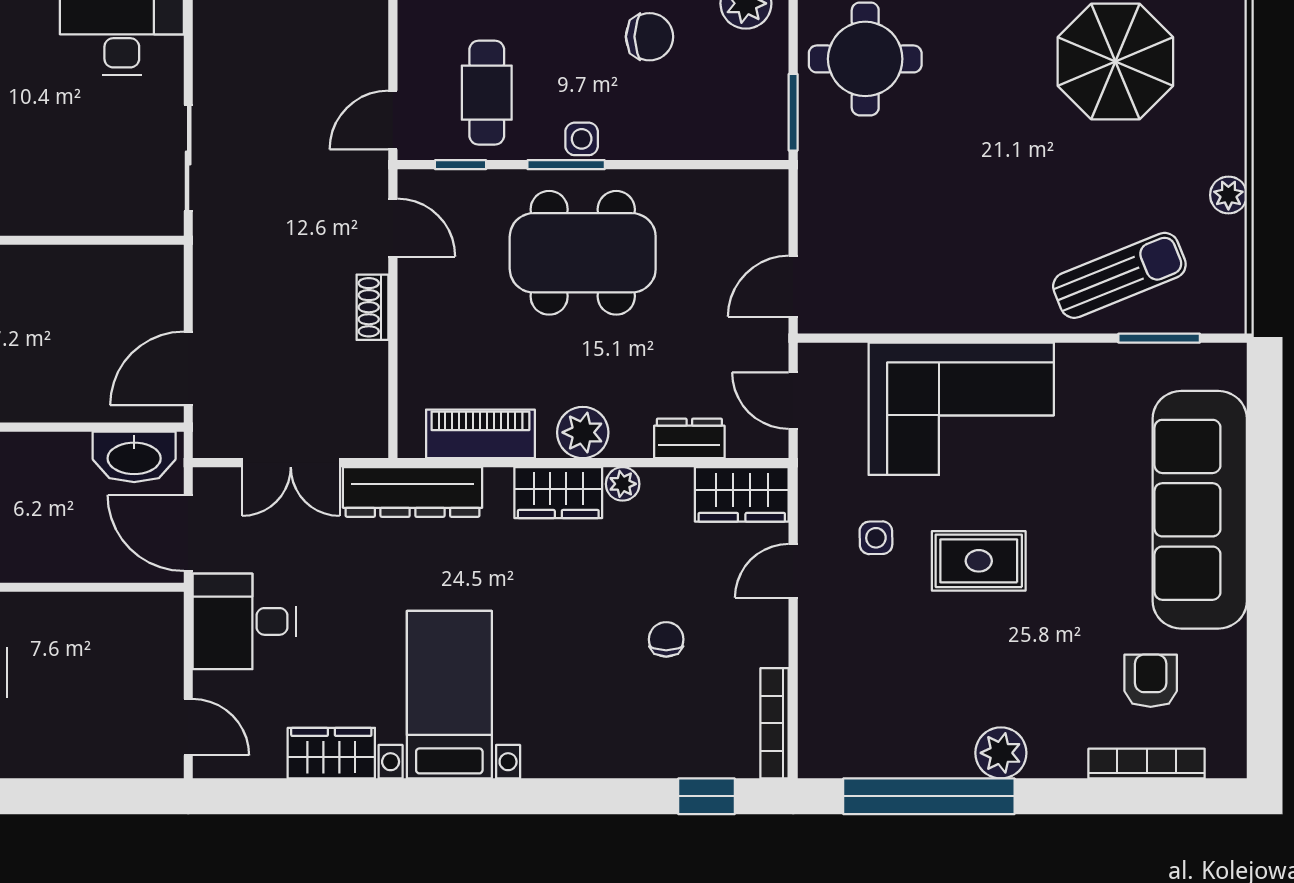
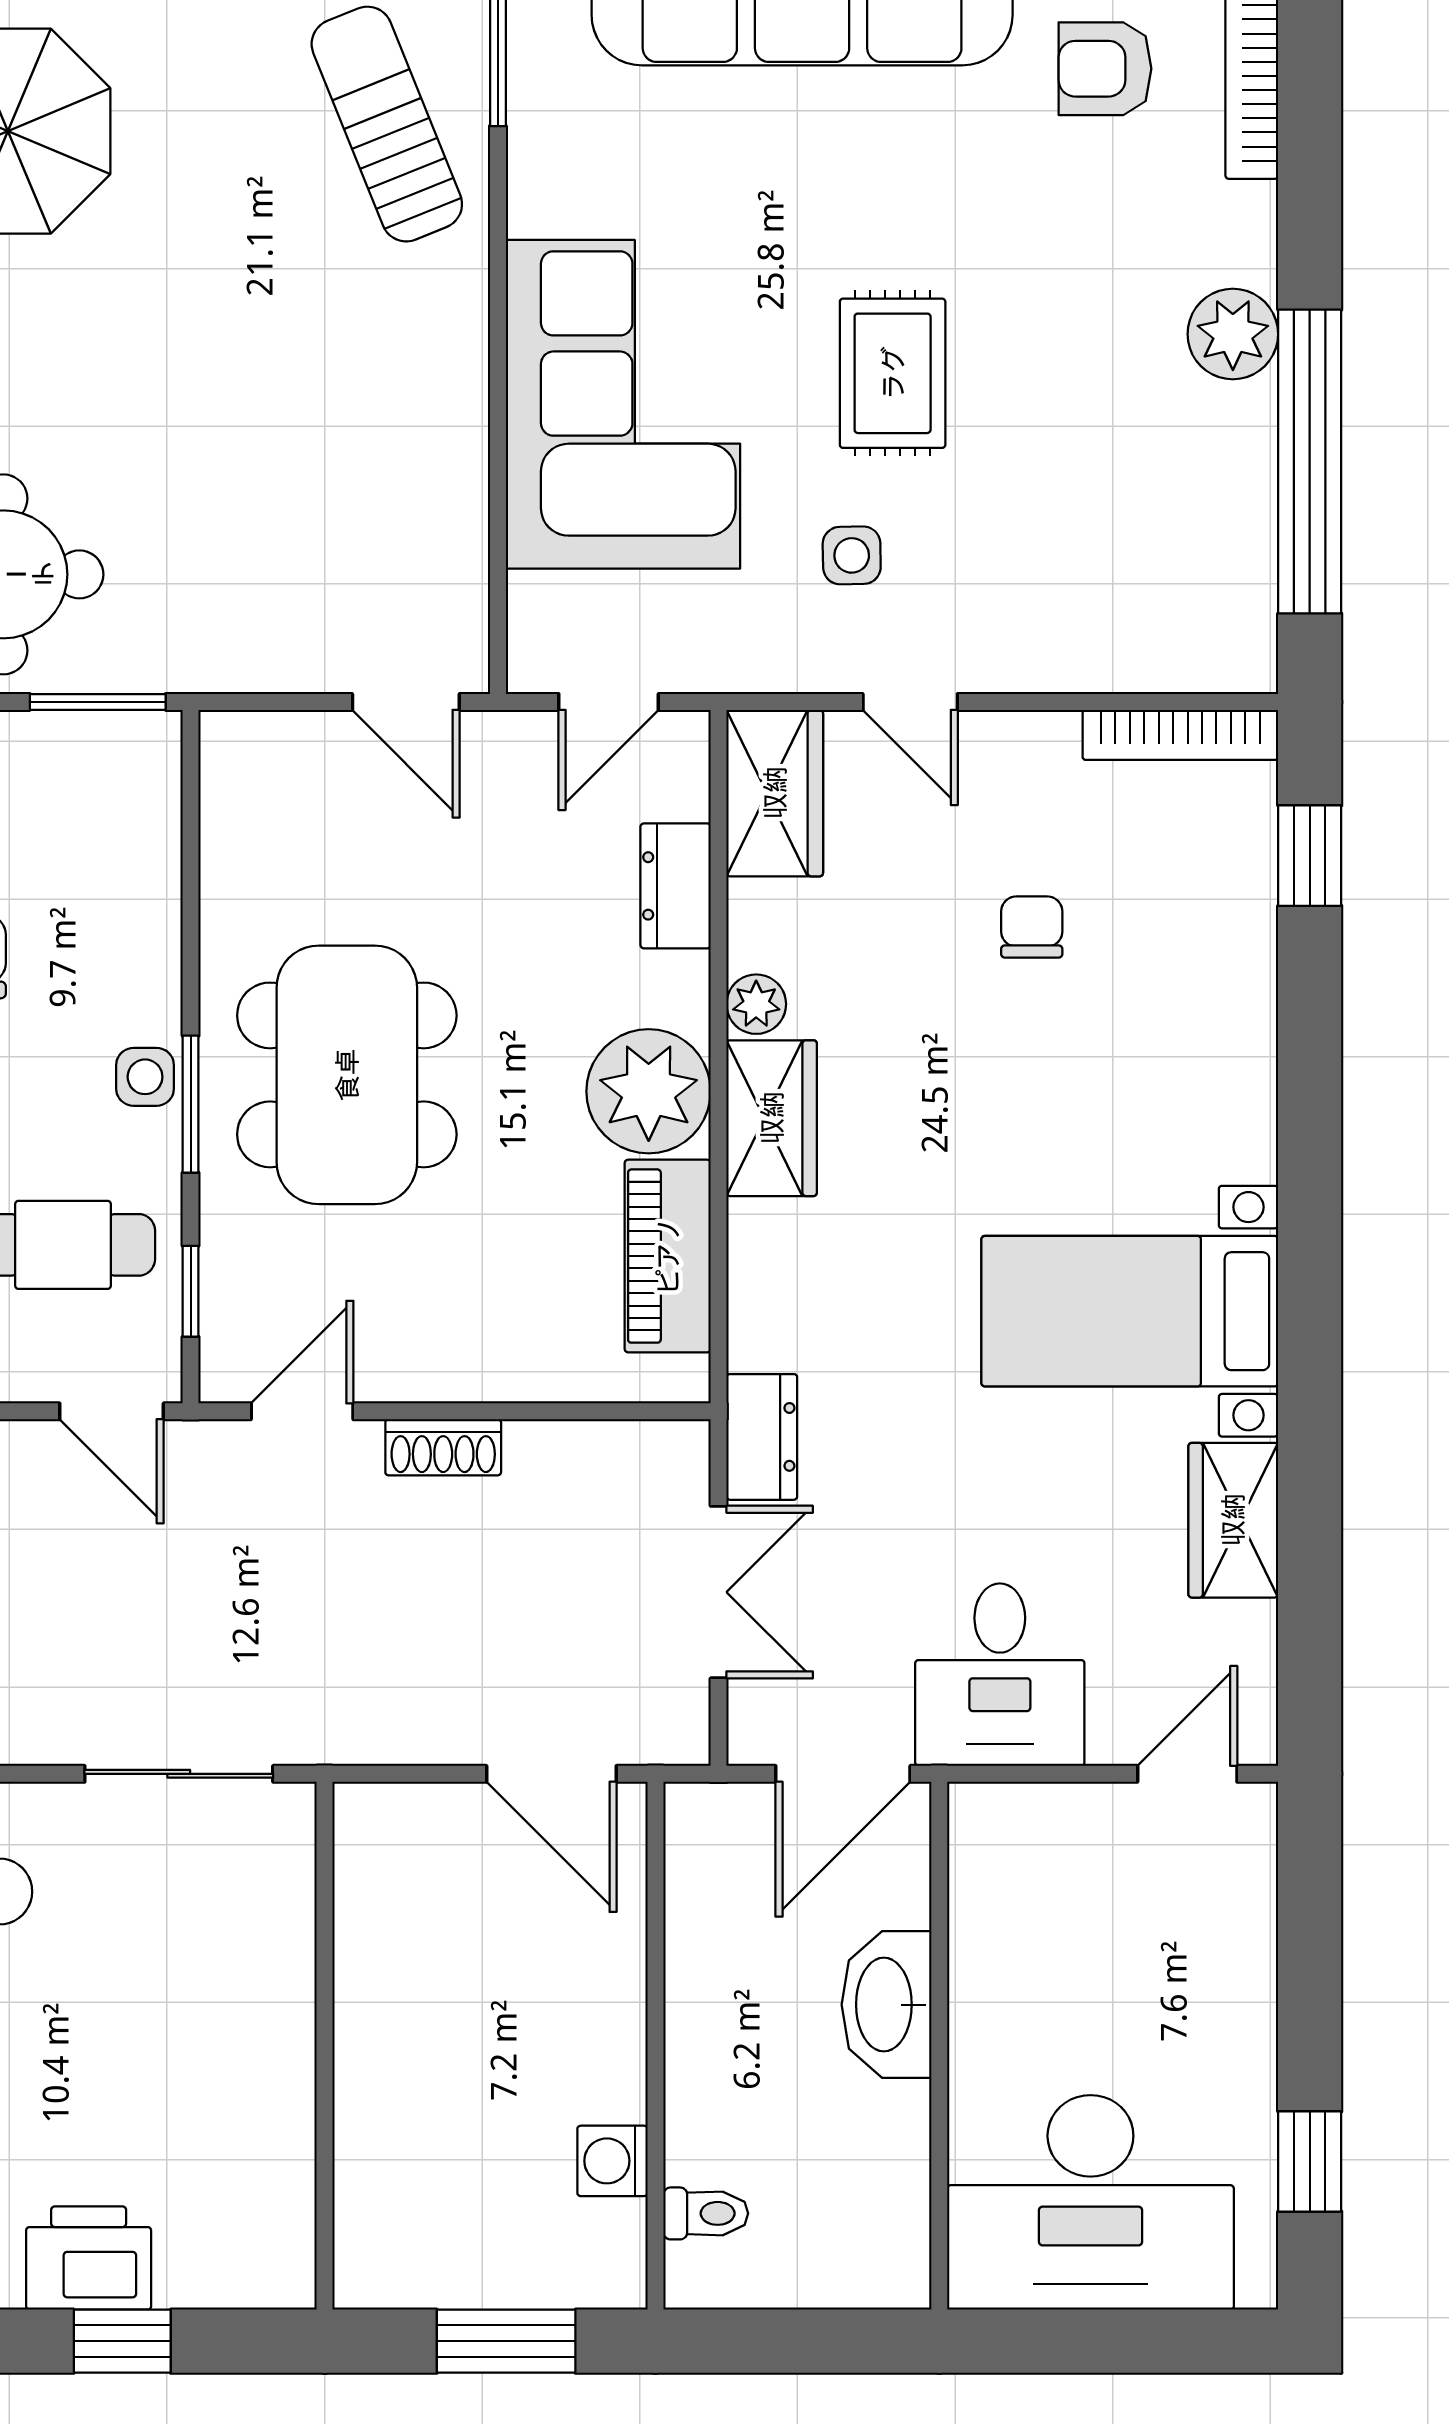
plant: (583, 432) -> (649, 1091), width x1.36, depth x1.36
washbasin: (134, 457) -> (887, 2005), moved, turned 180
dresser: (413, 492) -> (762, 1437), width x0.51, depth x0.80
chair: (666, 639) -> (1032, 927), turned 90

